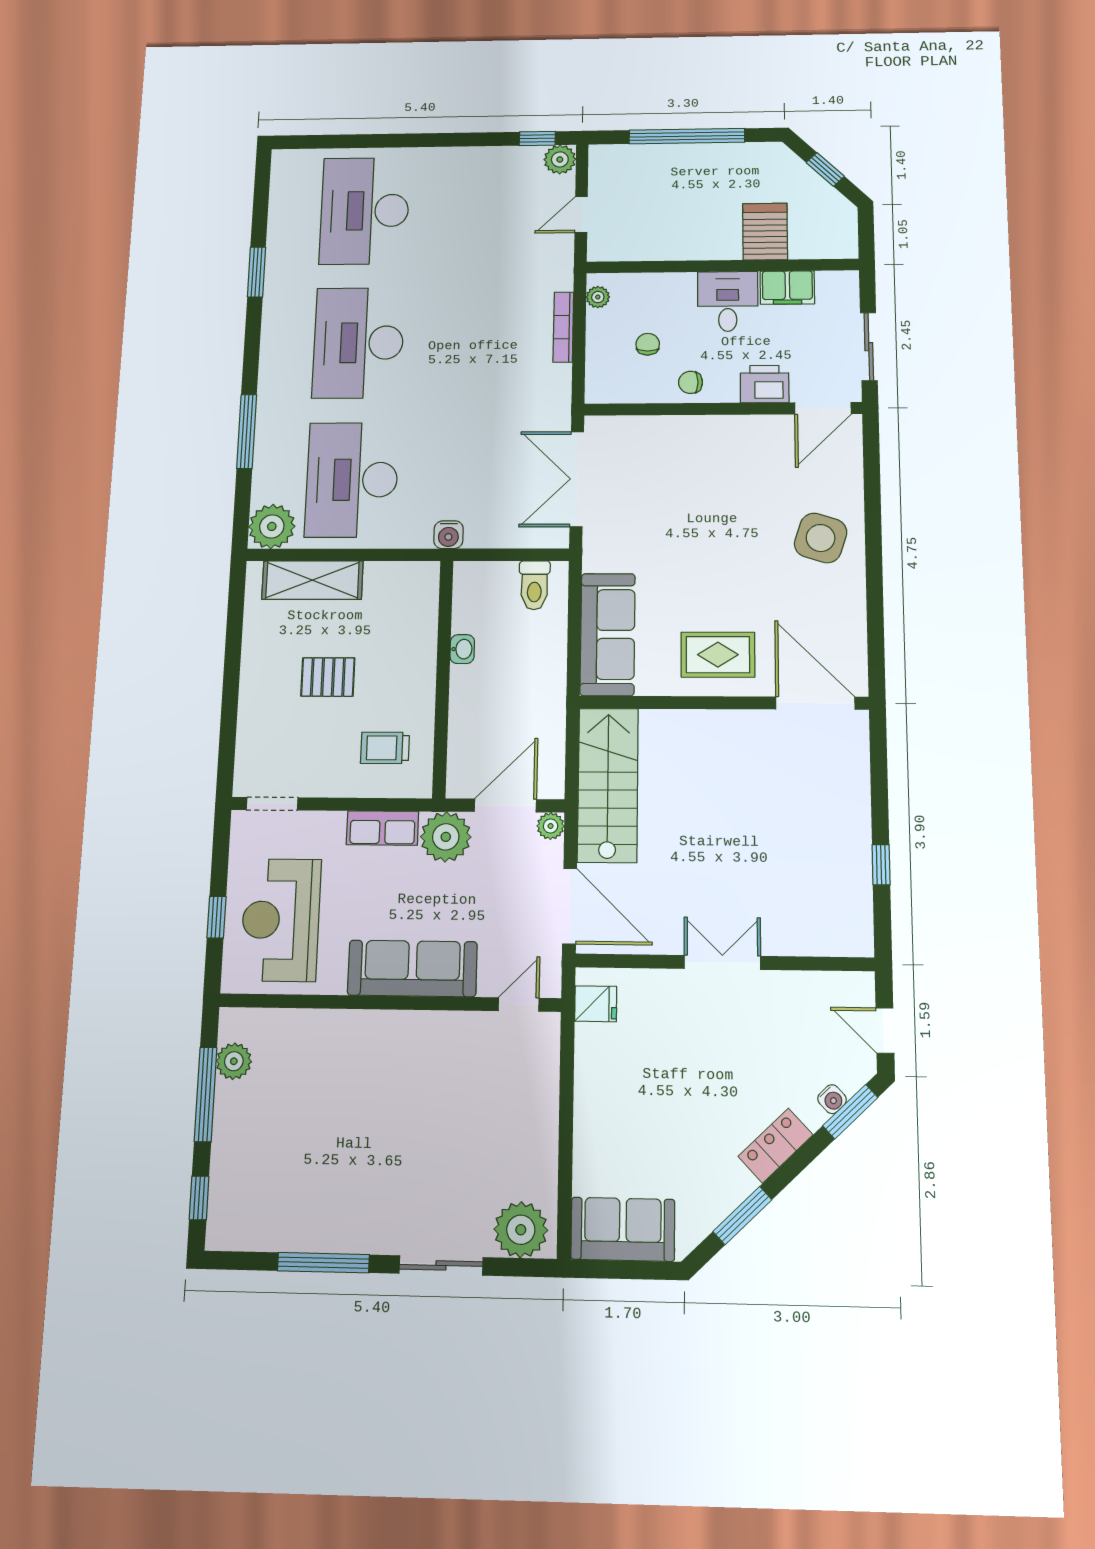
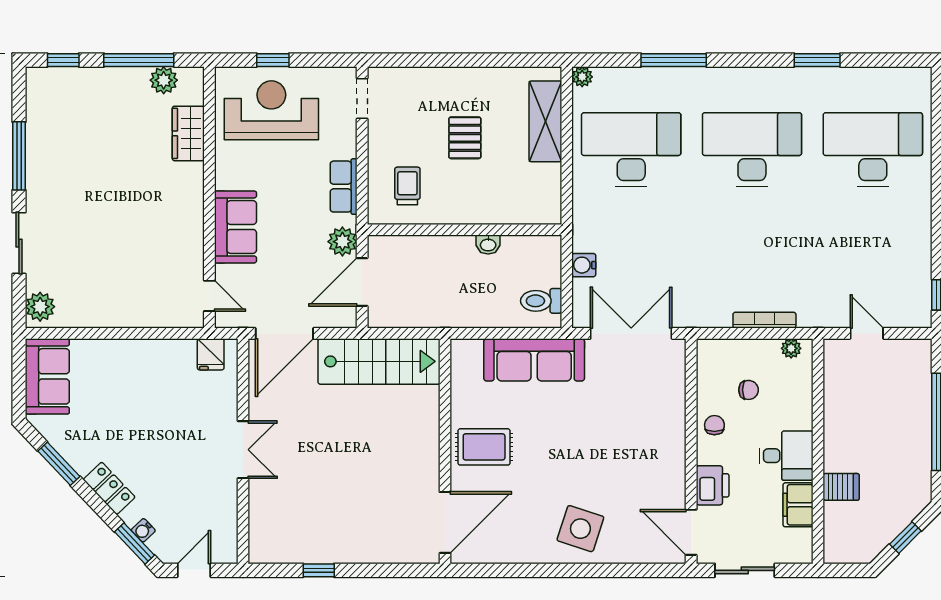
plant: (560, 159) -> (918, 314), removed
server rack: (765, 232) -> (841, 487), width x0.73, depth x0.70
plant: (272, 526) -> (582, 77), width x0.53, depth x0.53
water cooler: (448, 535) -> (584, 265), moved
sofa: (608, 634) -> (534, 360), moved
rug: (718, 655) -> (484, 447), turned 90
door: (505, 806) -> (362, 282), swing flipped
plant: (551, 826) -> (346, 318), removed
plant: (446, 837) -> (342, 242), width x0.73, depth x0.73
sofa: (412, 968) -> (235, 227), width x0.73
wardrobe: (305, 1029) -> (188, 133), added
plant: (521, 1230) -> (40, 307), width x0.73, depth x0.73

